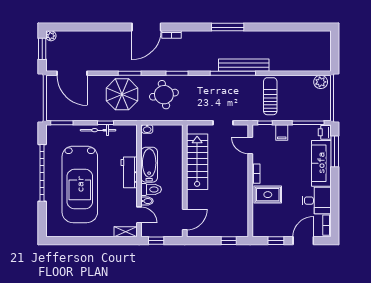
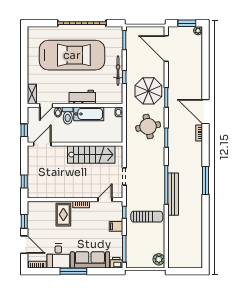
door: (72, 73) -> (166, 49), hinge flipped
window: (335, 151) -> (73, 271), moved
car: (80, 184) -> (72, 55), turned 180
door: (185, 219) -> (42, 144), swing flipped
window: (156, 241) -> (24, 130), moved

